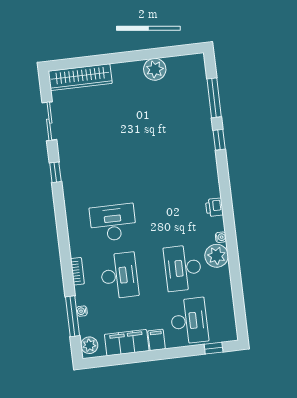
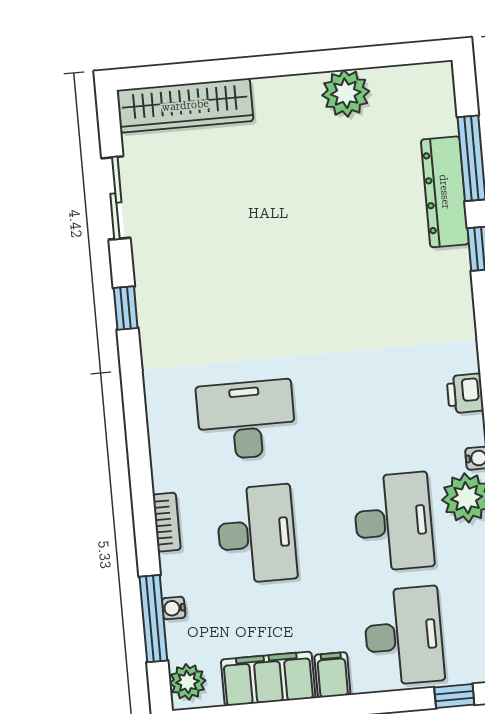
dresser: (202, 114) -> (445, 192), added
desk: (183, 268) -> (393, 522), turned 180

